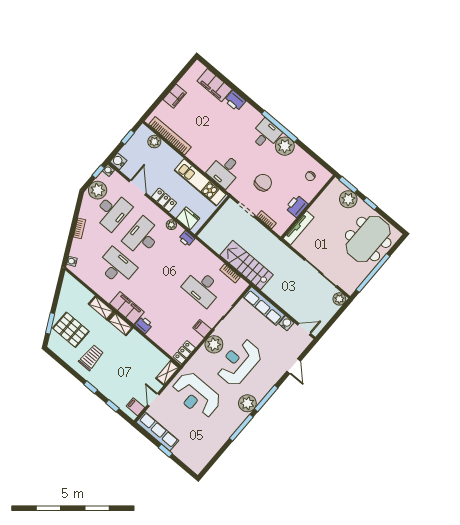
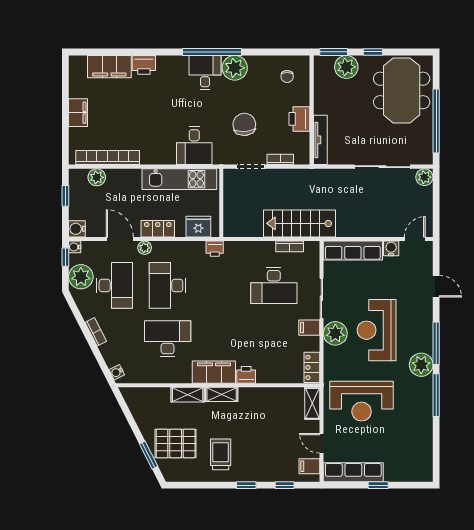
plant: (171, 225) -> (145, 248), moved

